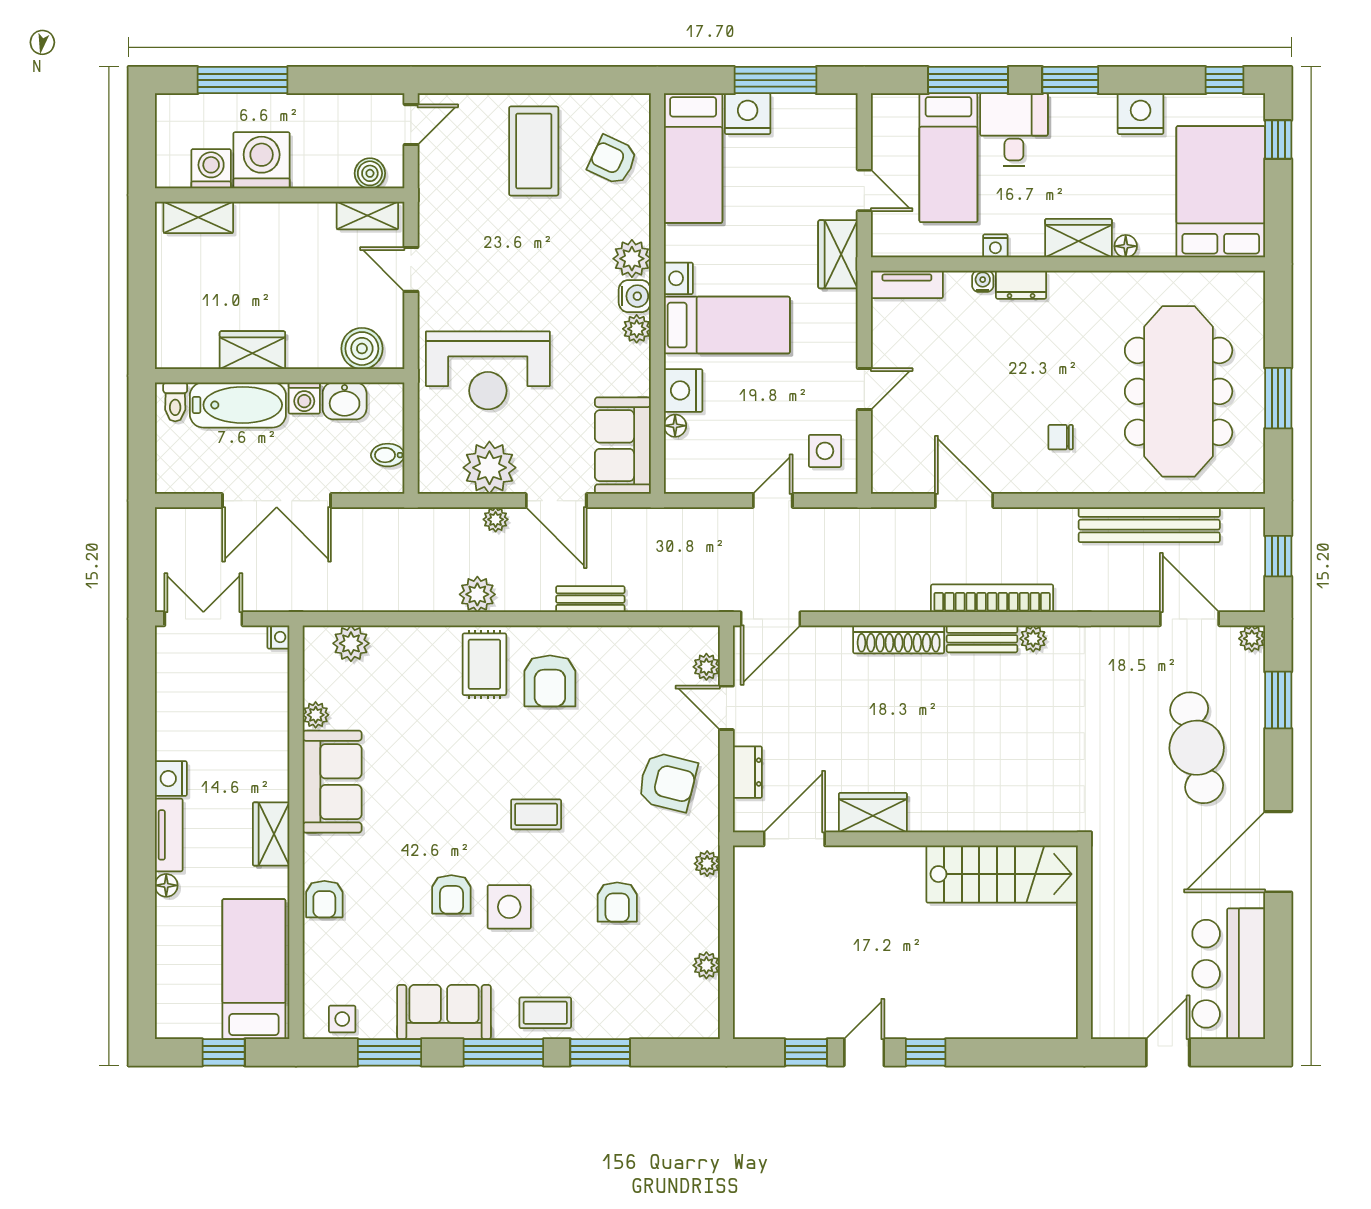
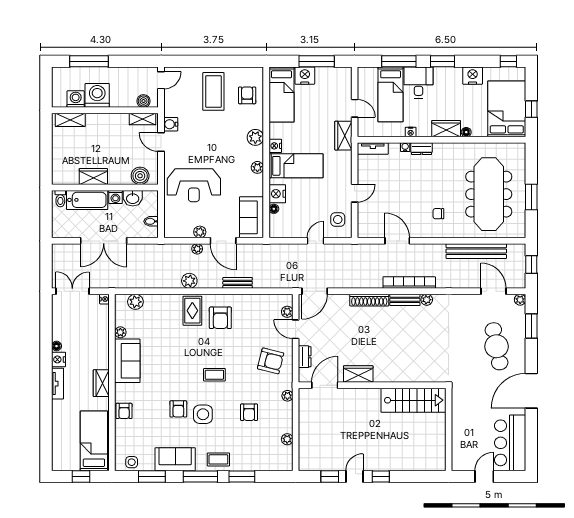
window: (1278, 139) -> (531, 109), moved
armchair: (613, 160) -> (247, 95), turned 65
water cooler: (635, 296) -> (171, 124), moved, turned 180
plant: (489, 468) -> (200, 232), width x0.53, depth x0.53
floor lamp: (166, 885) -> (56, 346), moved

